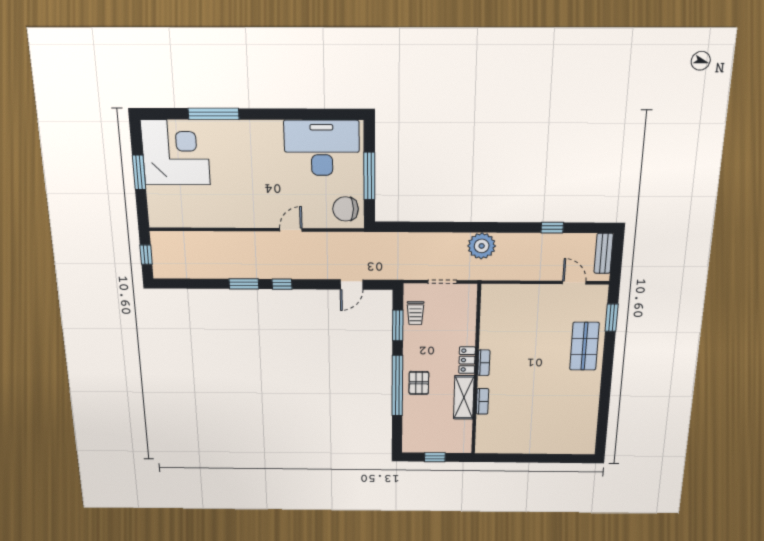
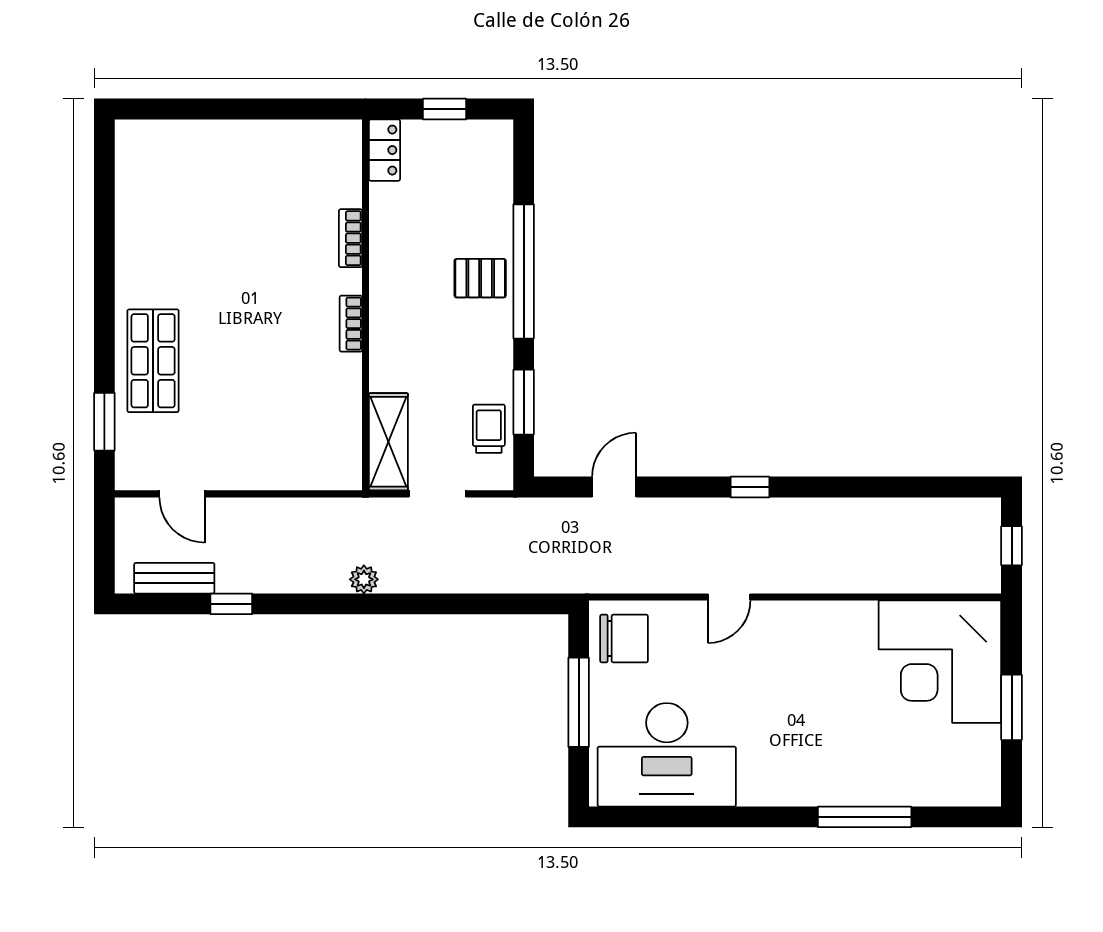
corner desk: (176, 152) -> (940, 662), moved
plant: (482, 246) -> (364, 579), width x0.53, depth x0.53
bench: (604, 253) -> (174, 578), moved, turned 90
window: (244, 284) -> (825, 487), removed
locker: (467, 360) -> (385, 150), moved
pallet: (419, 383) -> (480, 278), turned 90
shelving: (464, 397) -> (388, 442), moved

